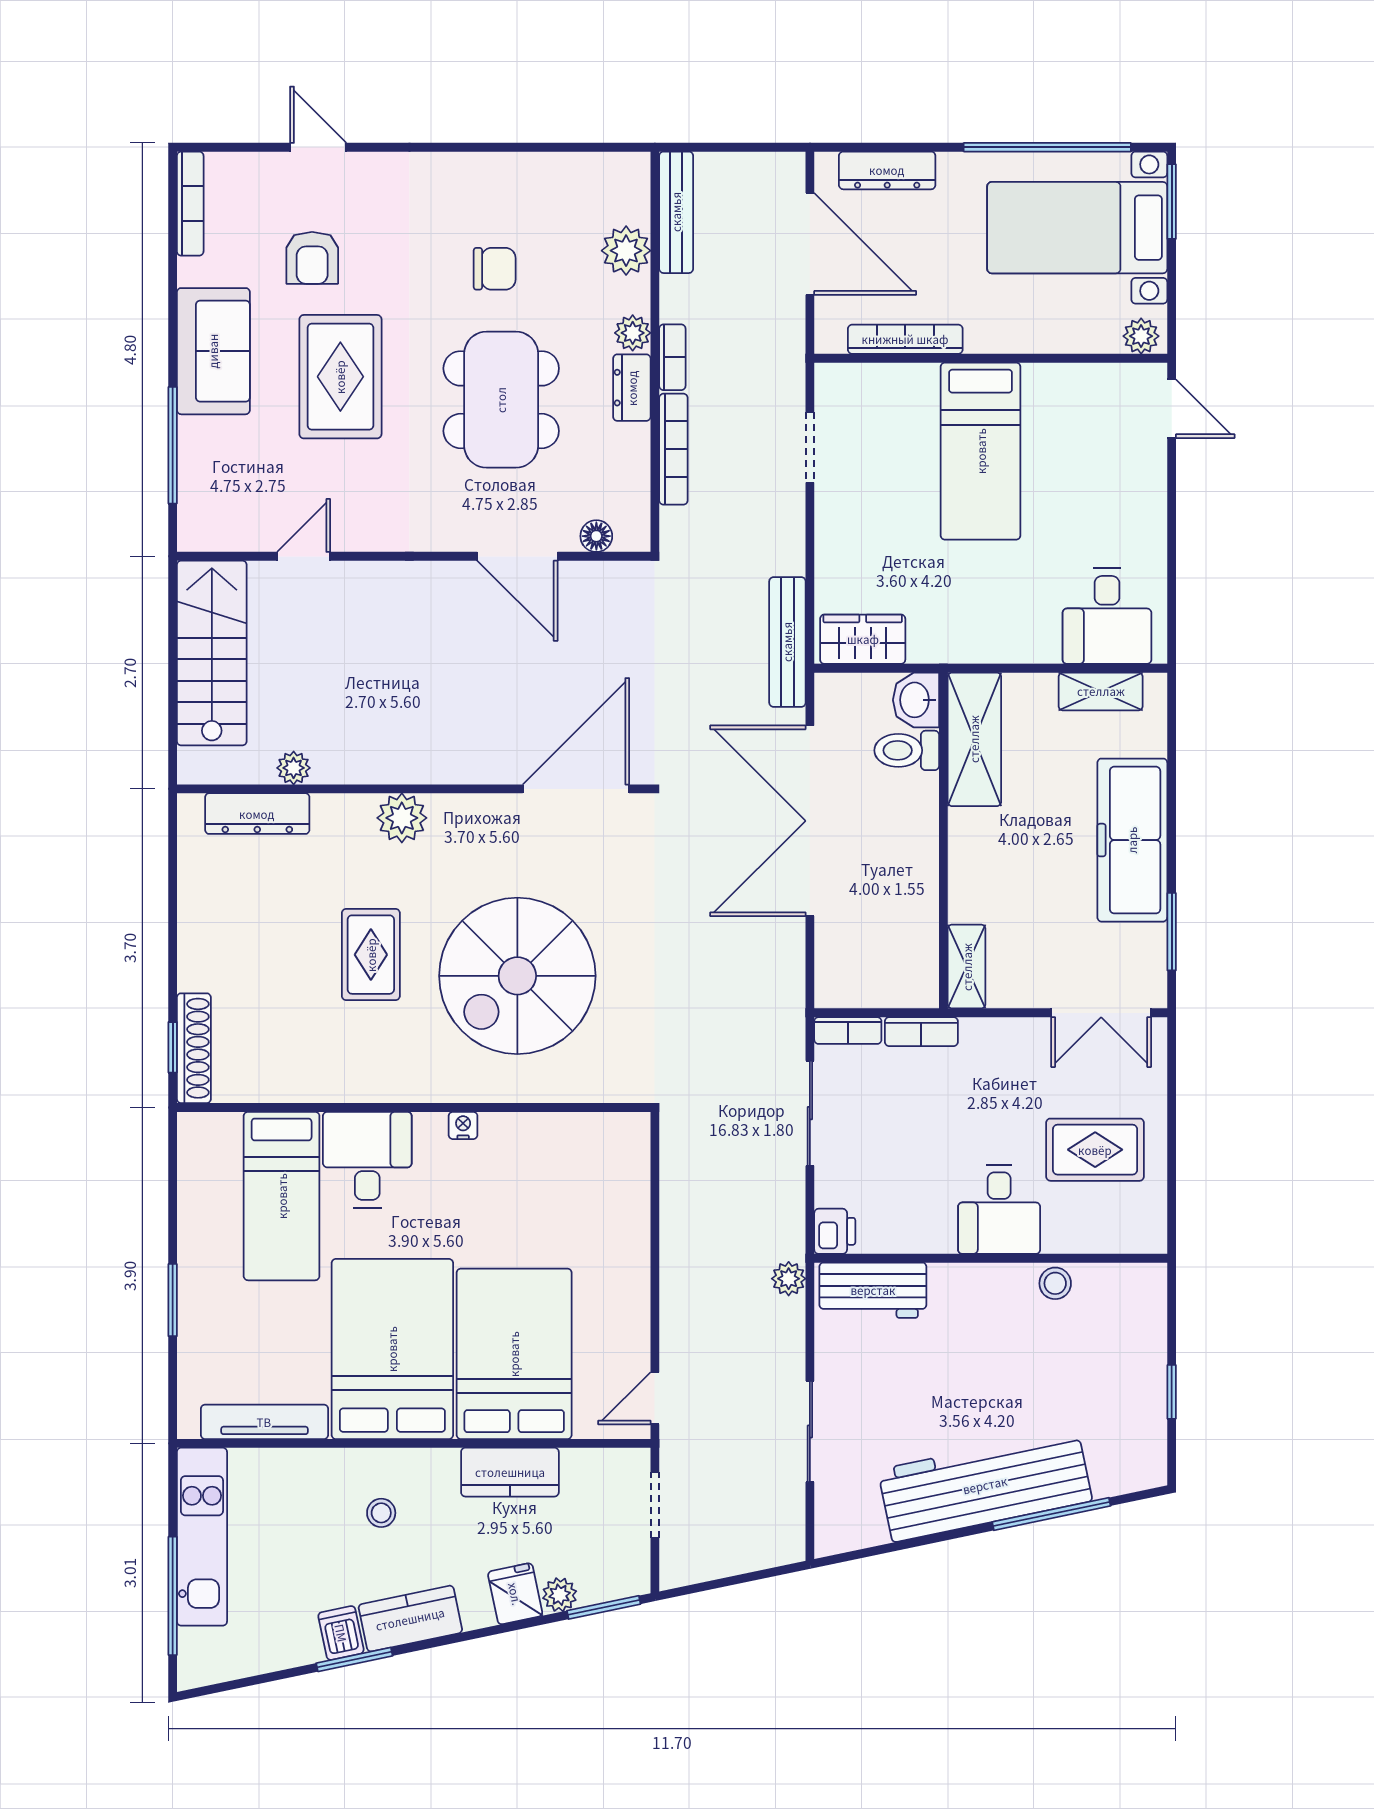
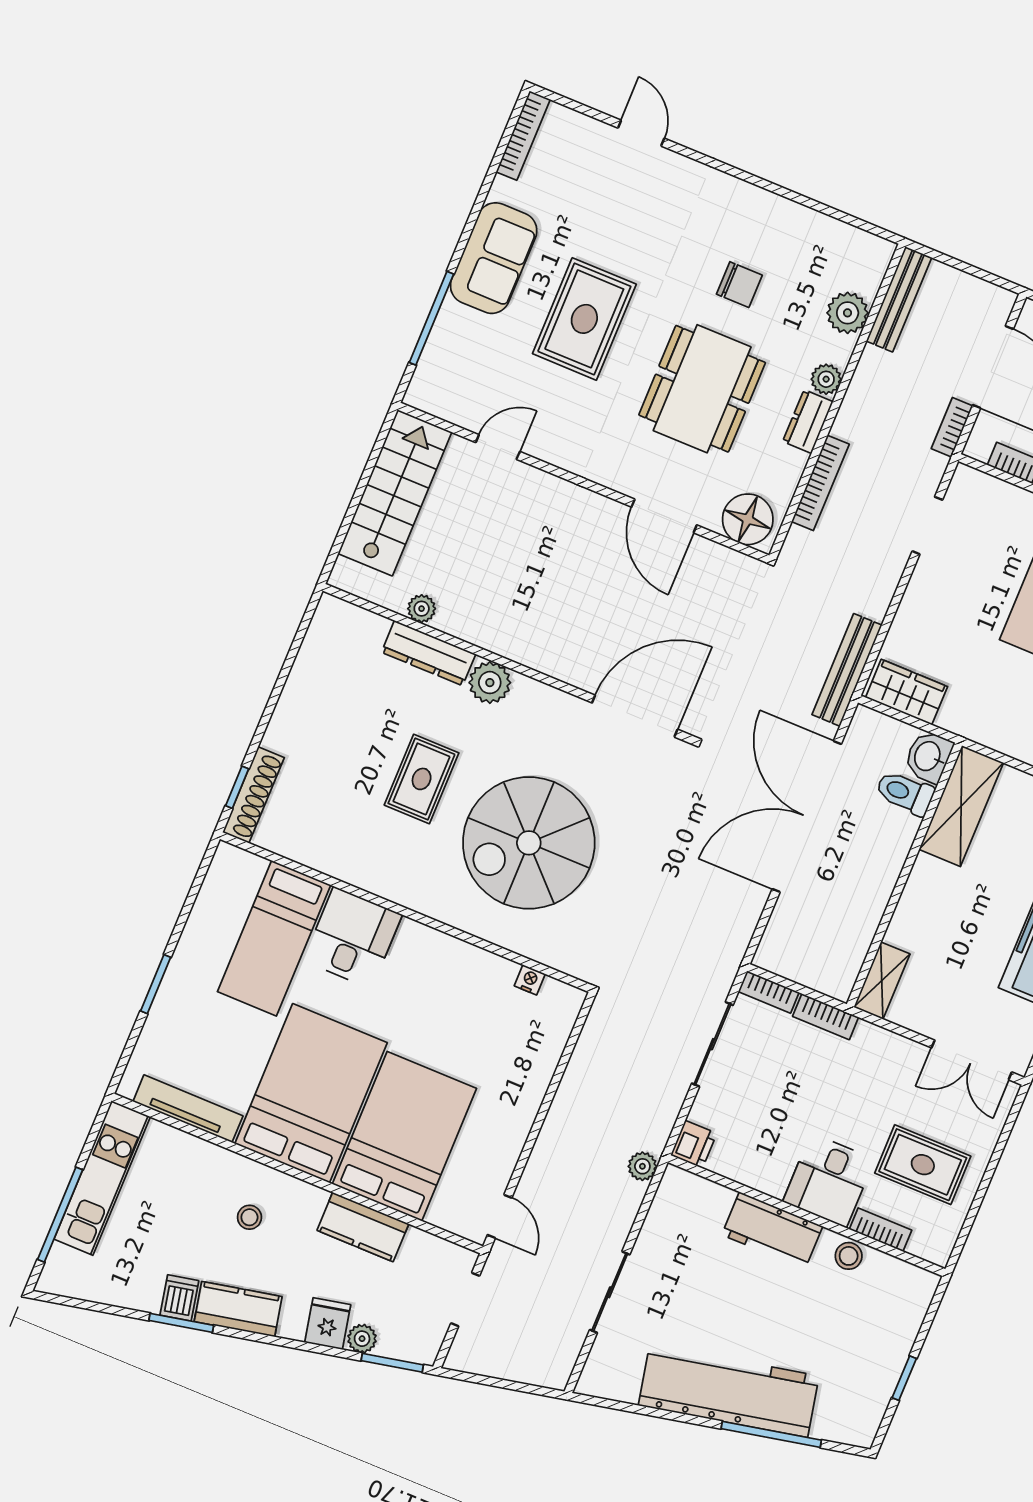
armchair: (312, 258) -> (601, 217), removed
bookcase: (672, 357) -> (952, 427), moved, turned 180
floor lamp: (596, 536) -> (748, 519), width x1.89, depth x1.89
dresser: (257, 814) -> (429, 653), moved
nightstand: (463, 1125) -> (530, 980), moved
bookcase: (1078, 1240) -> (880, 1230), added
workbench: (873, 1290) -> (772, 1231), moved
door: (655, 1398) -> (500, 1216), swing flipped

